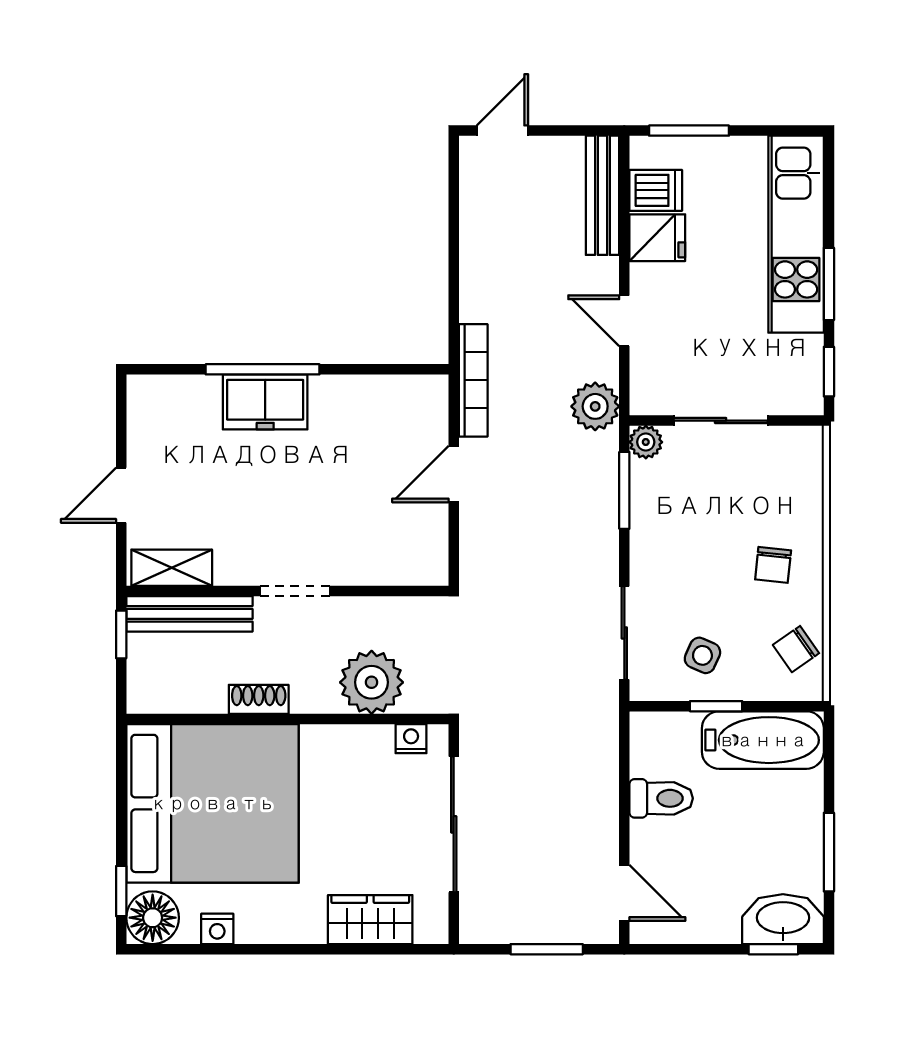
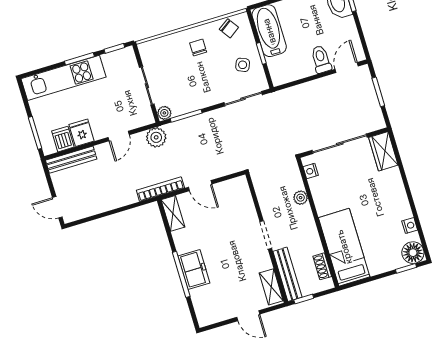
shelving: (409, 392) -> (173, 213), added
chair: (773, 565) -> (198, 48), turned -96
plant: (372, 682) -> (301, 198), width x0.53, depth x0.53
shoe rack: (259, 699) -> (322, 266), moved
toilet: (661, 798) -> (321, 59), moved
bed: (213, 803) -> (344, 247), width x0.49
wardrobe: (370, 920) -> (383, 151), moved

